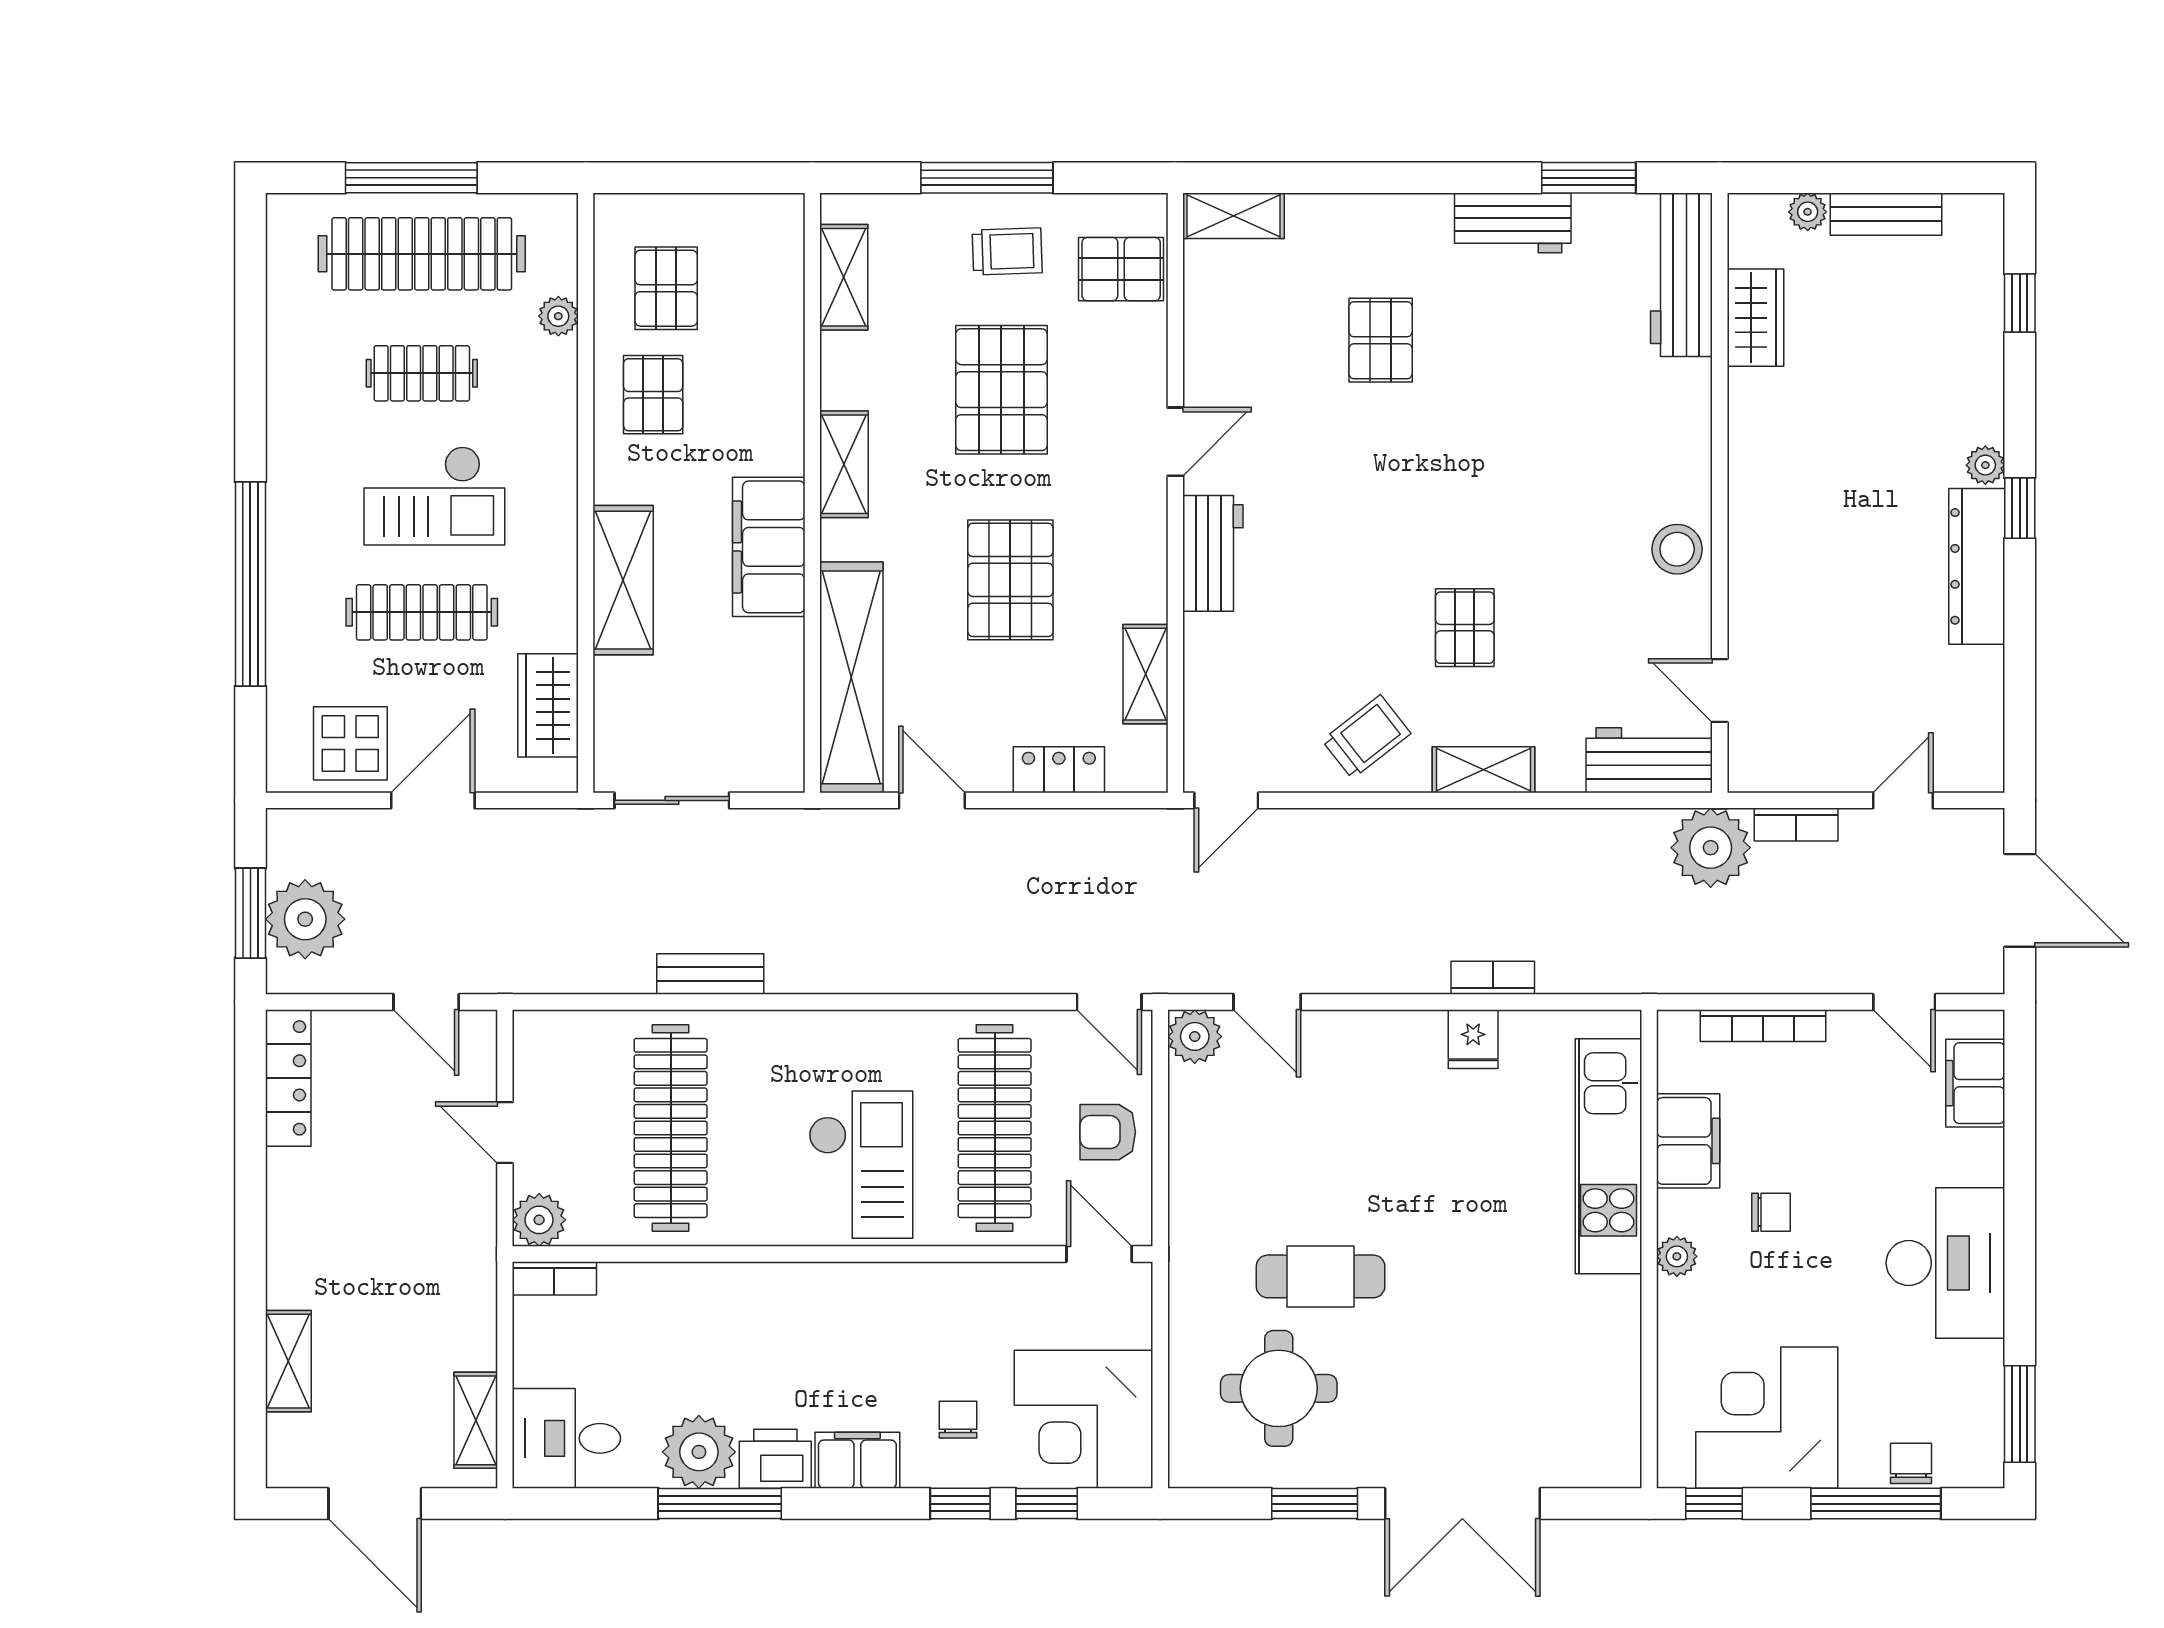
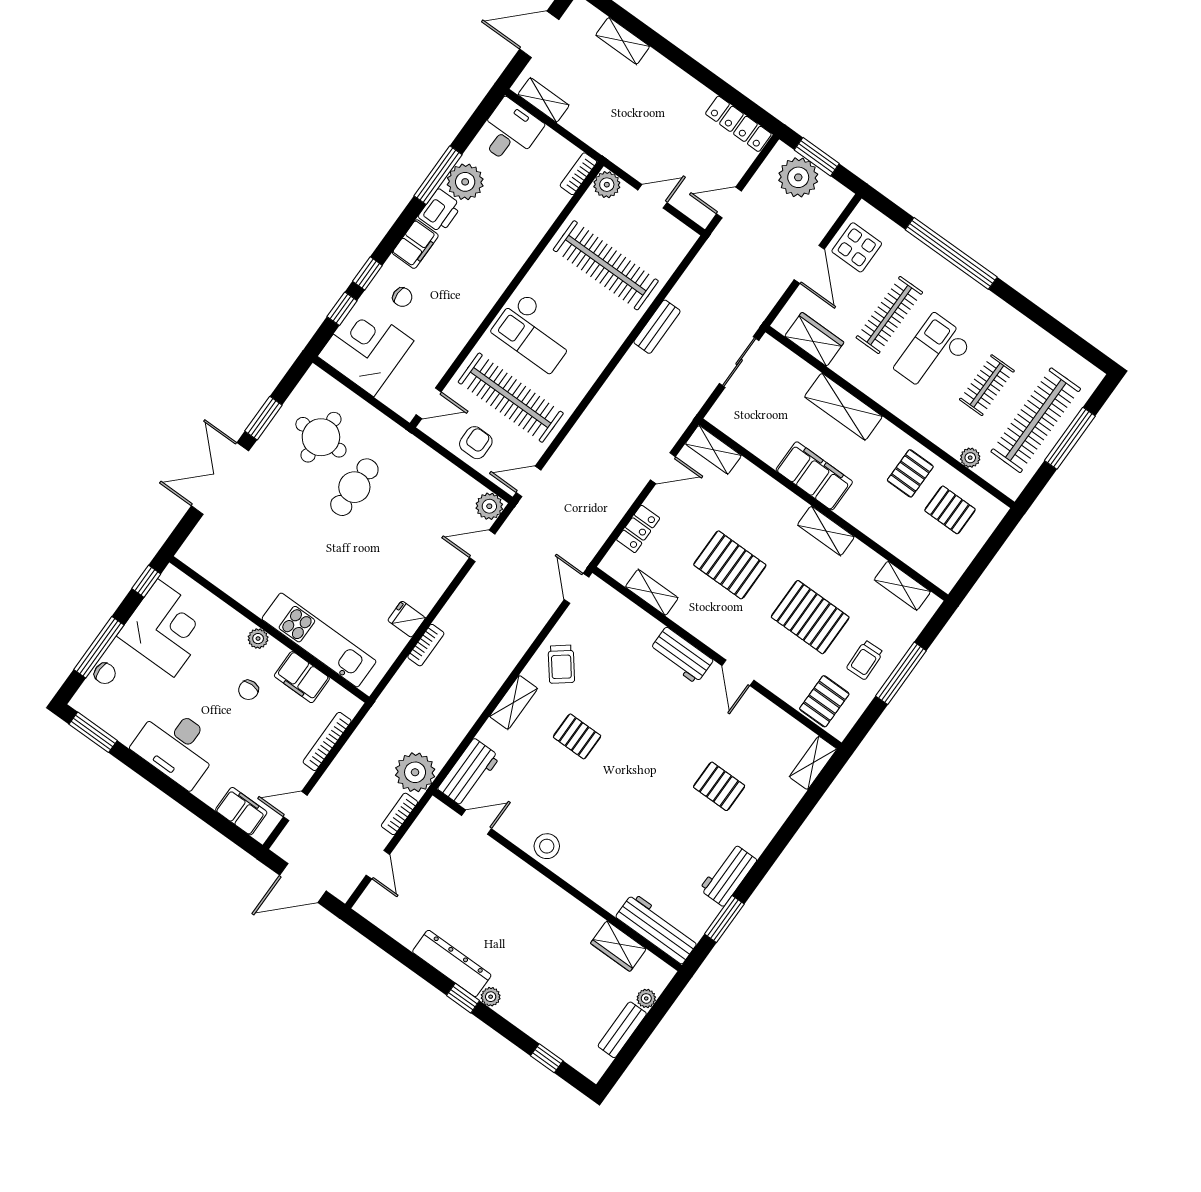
pallet: (653, 395) -> (910, 473), turned 90
shelving: (851, 677) -> (713, 450), width x0.45, depth x0.75

